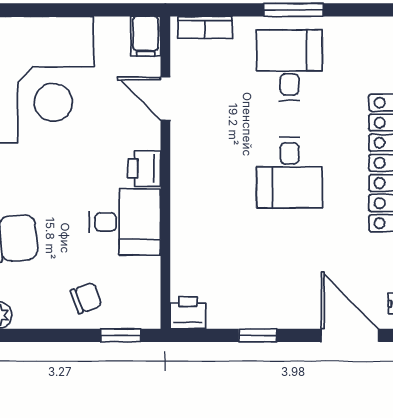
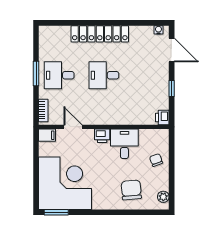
door: (165, 99) -> (73, 127), swing flipped
desk: (289, 173) -> (104, 75), turned 180
window: (121, 335) -> (172, 146), removed
door: (350, 335) -> (172, 50), swing flipped

